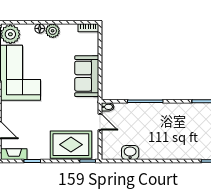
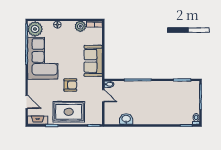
plant: (53, 31) -> (80, 26), moved
armchair: (57, 108) -> (70, 85), added
rug: (71, 145) -> (69, 112), moved

